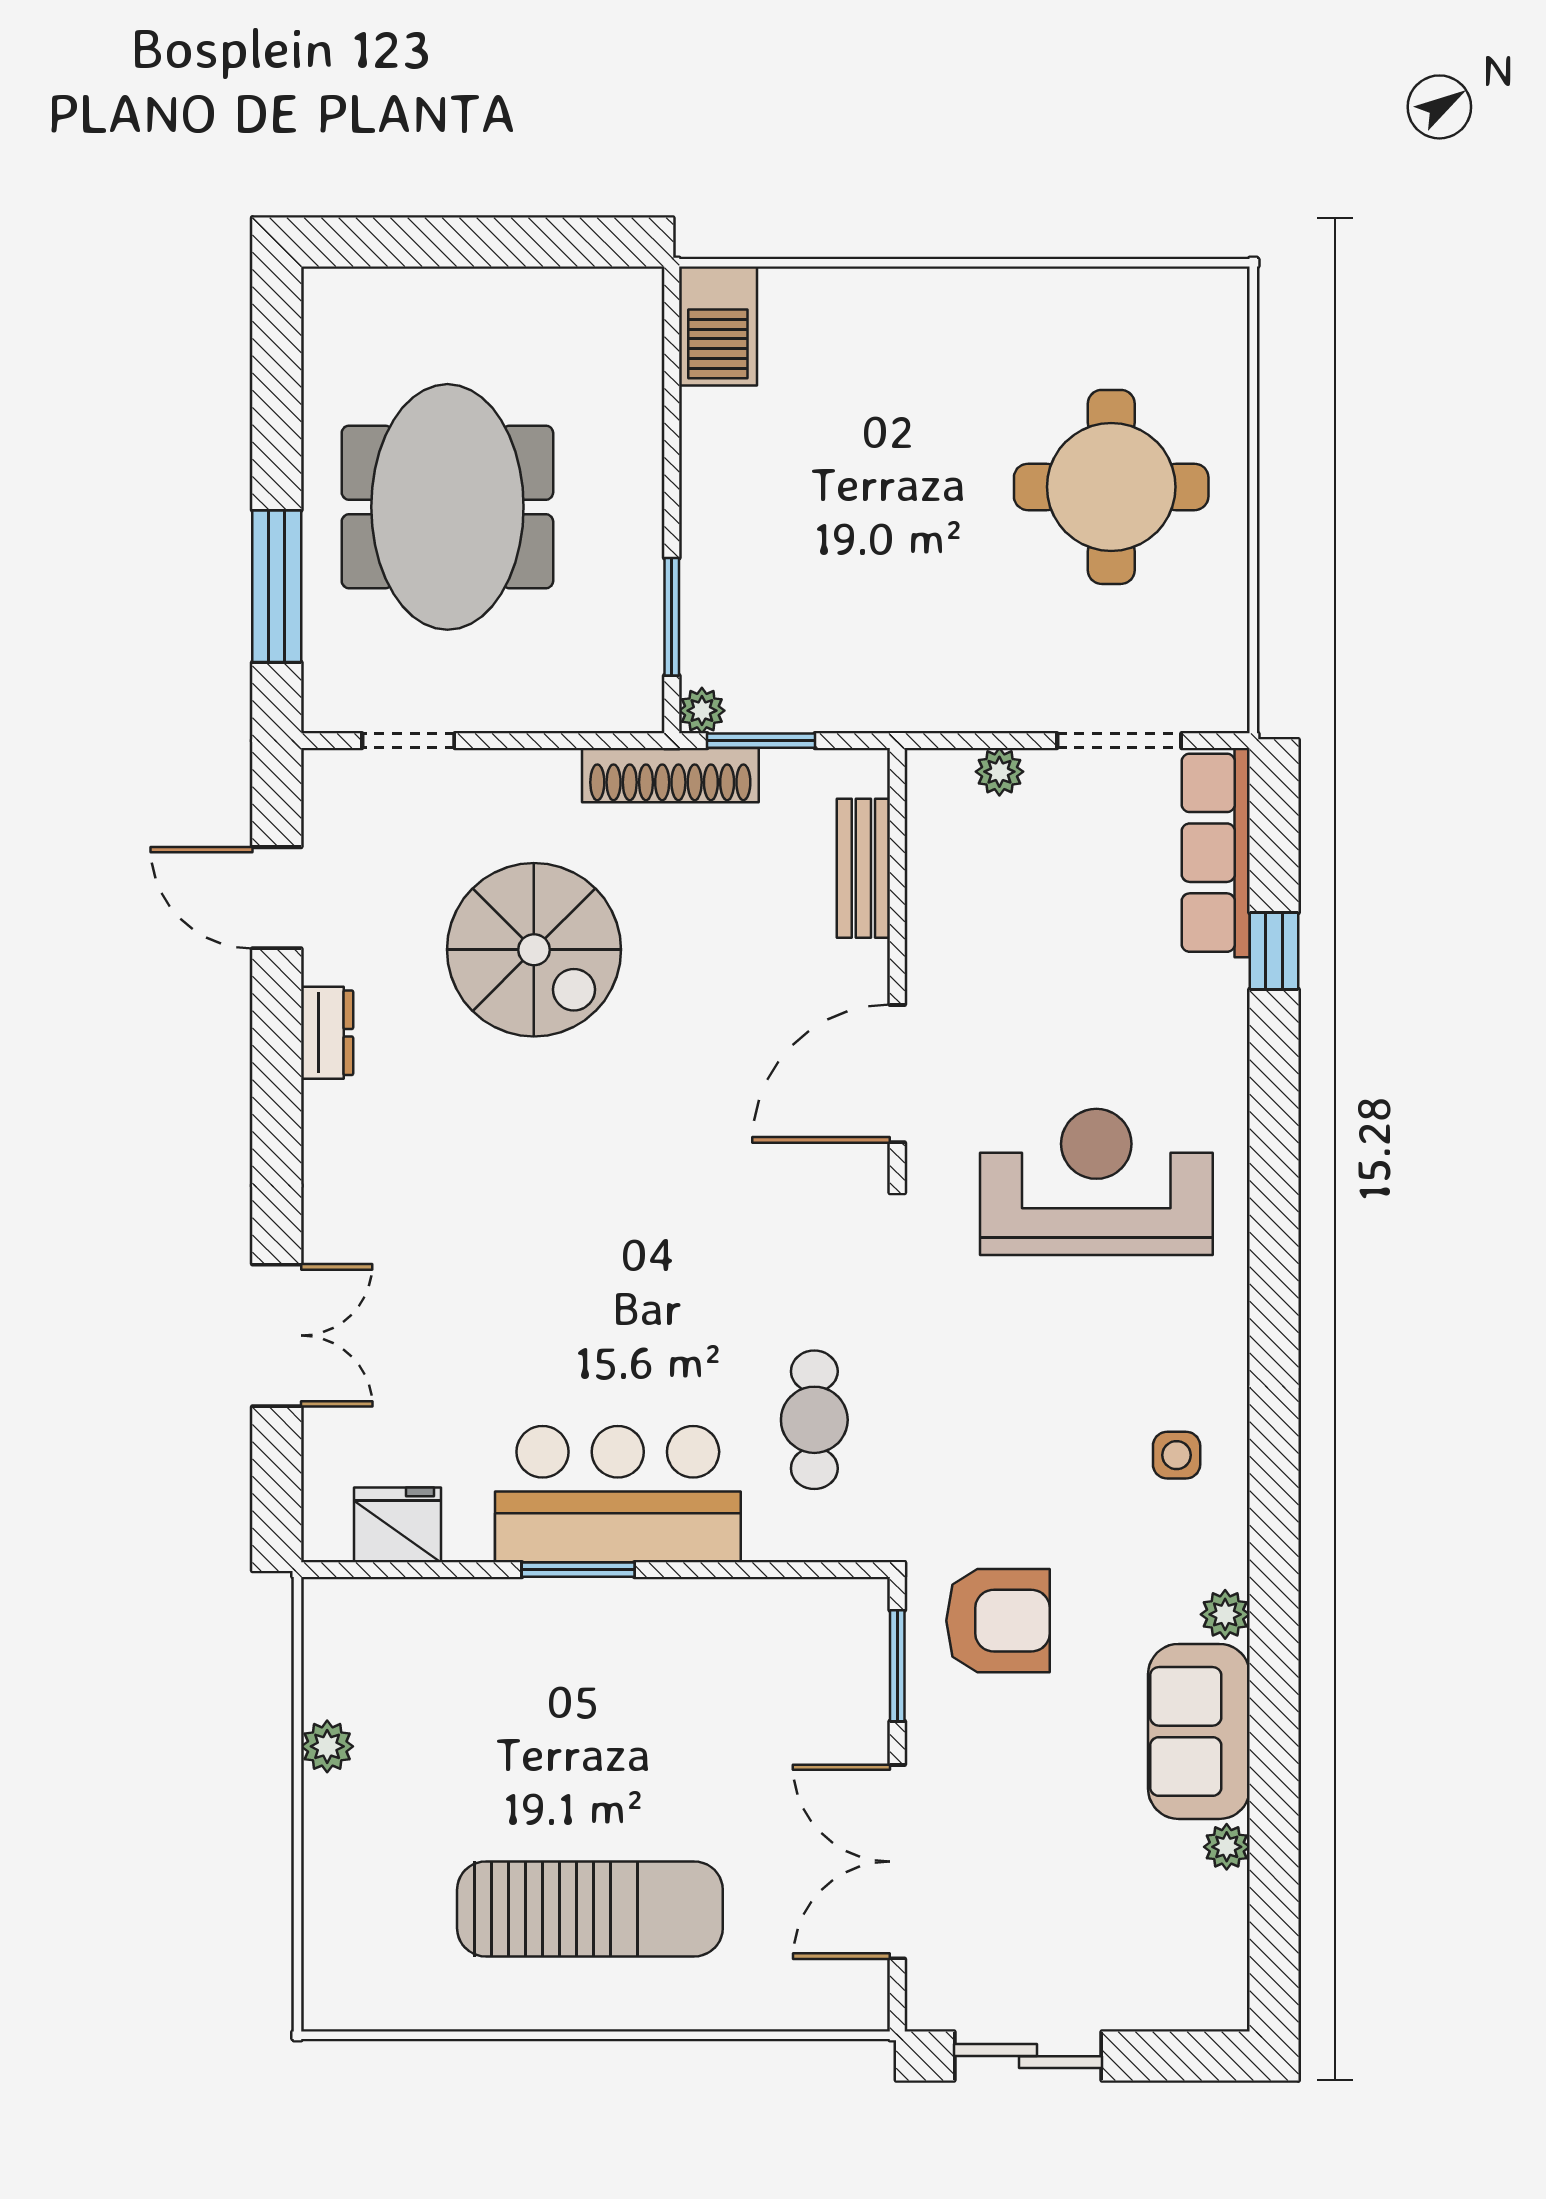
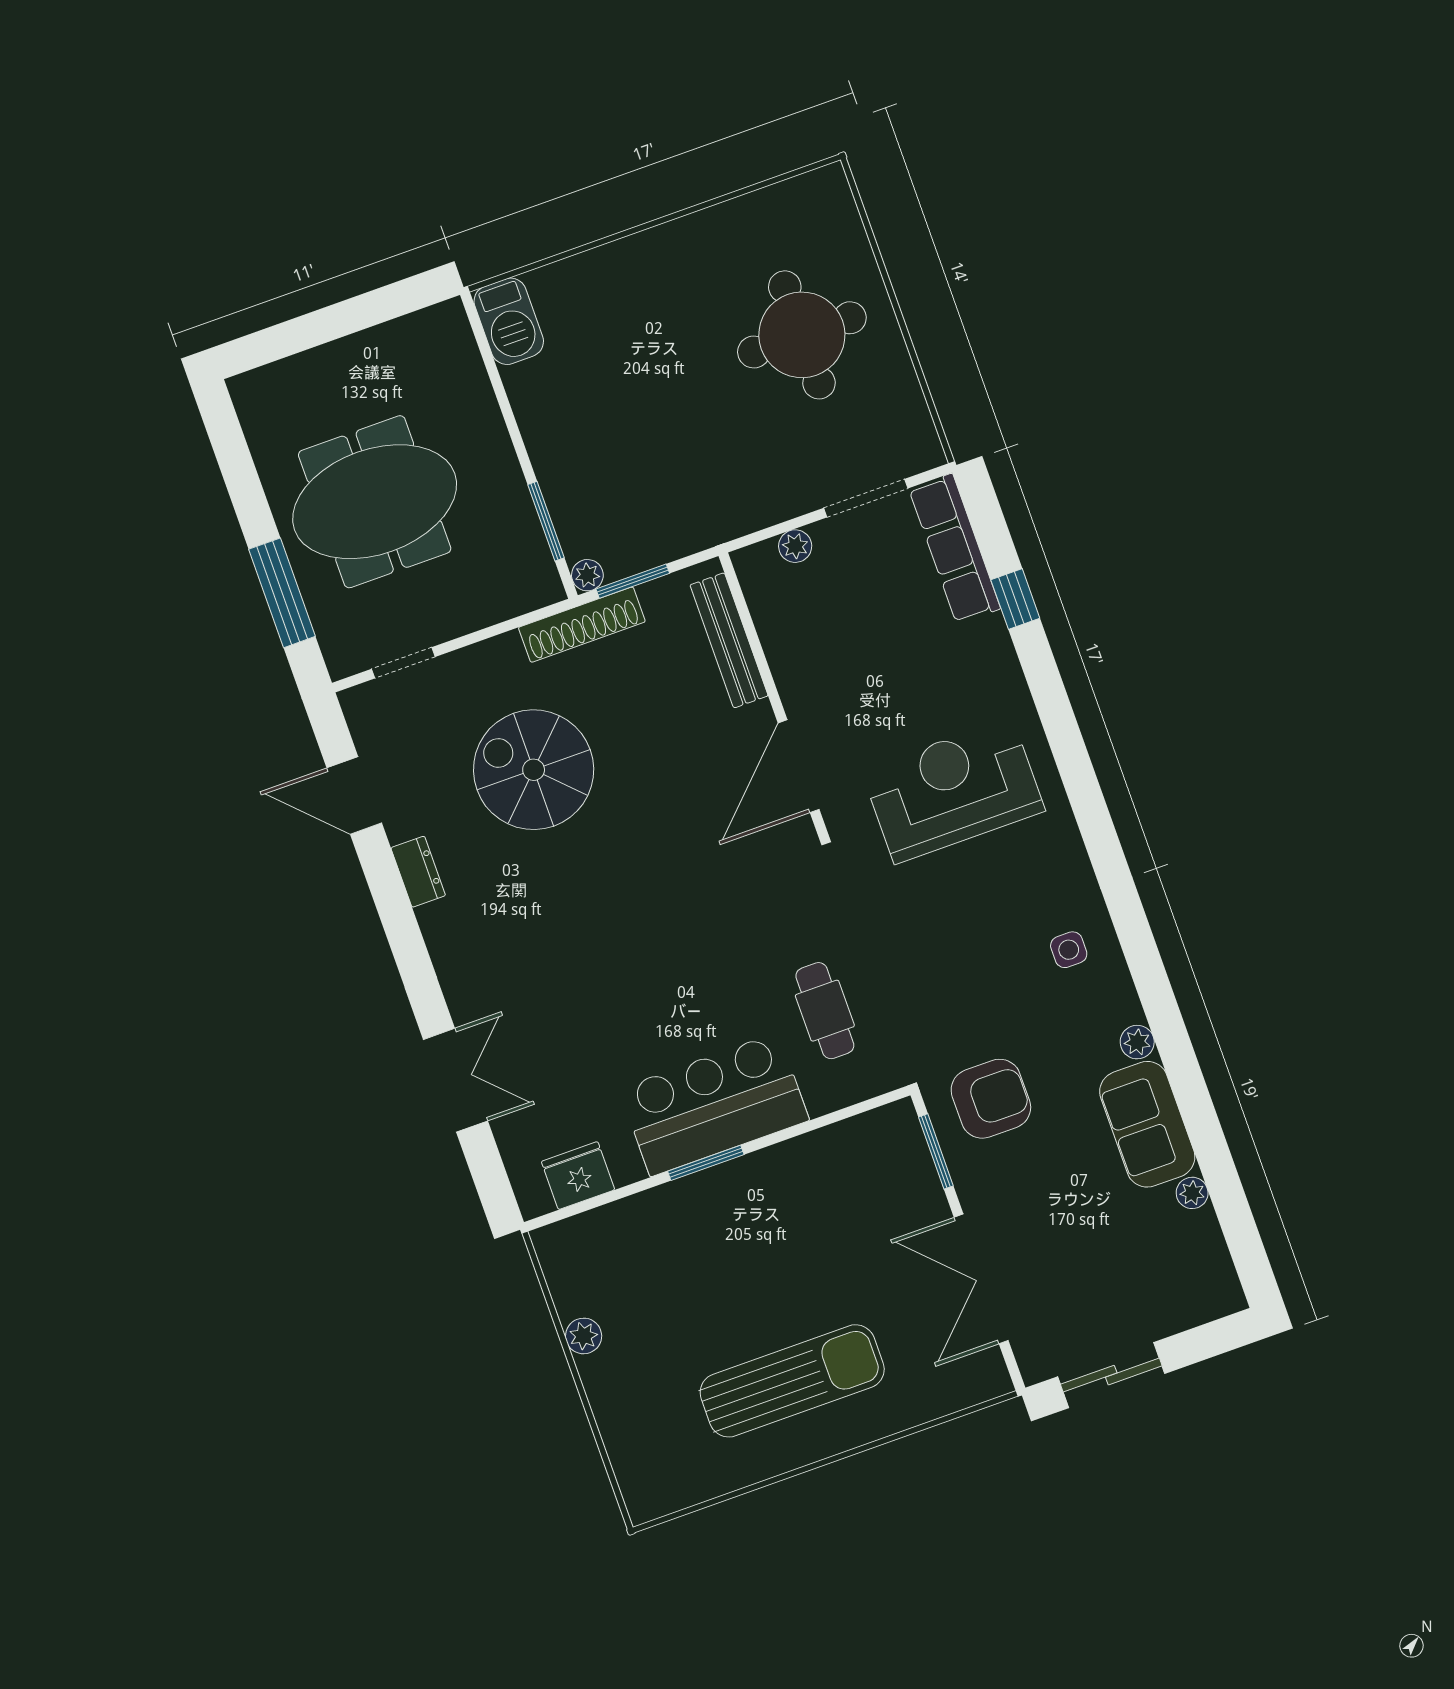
meeting table: (447, 507) -> (375, 502), turned 90
bench: (863, 868) -> (729, 640), width x1.36
spiral stairs: (534, 950) -> (534, 770), turned 180

